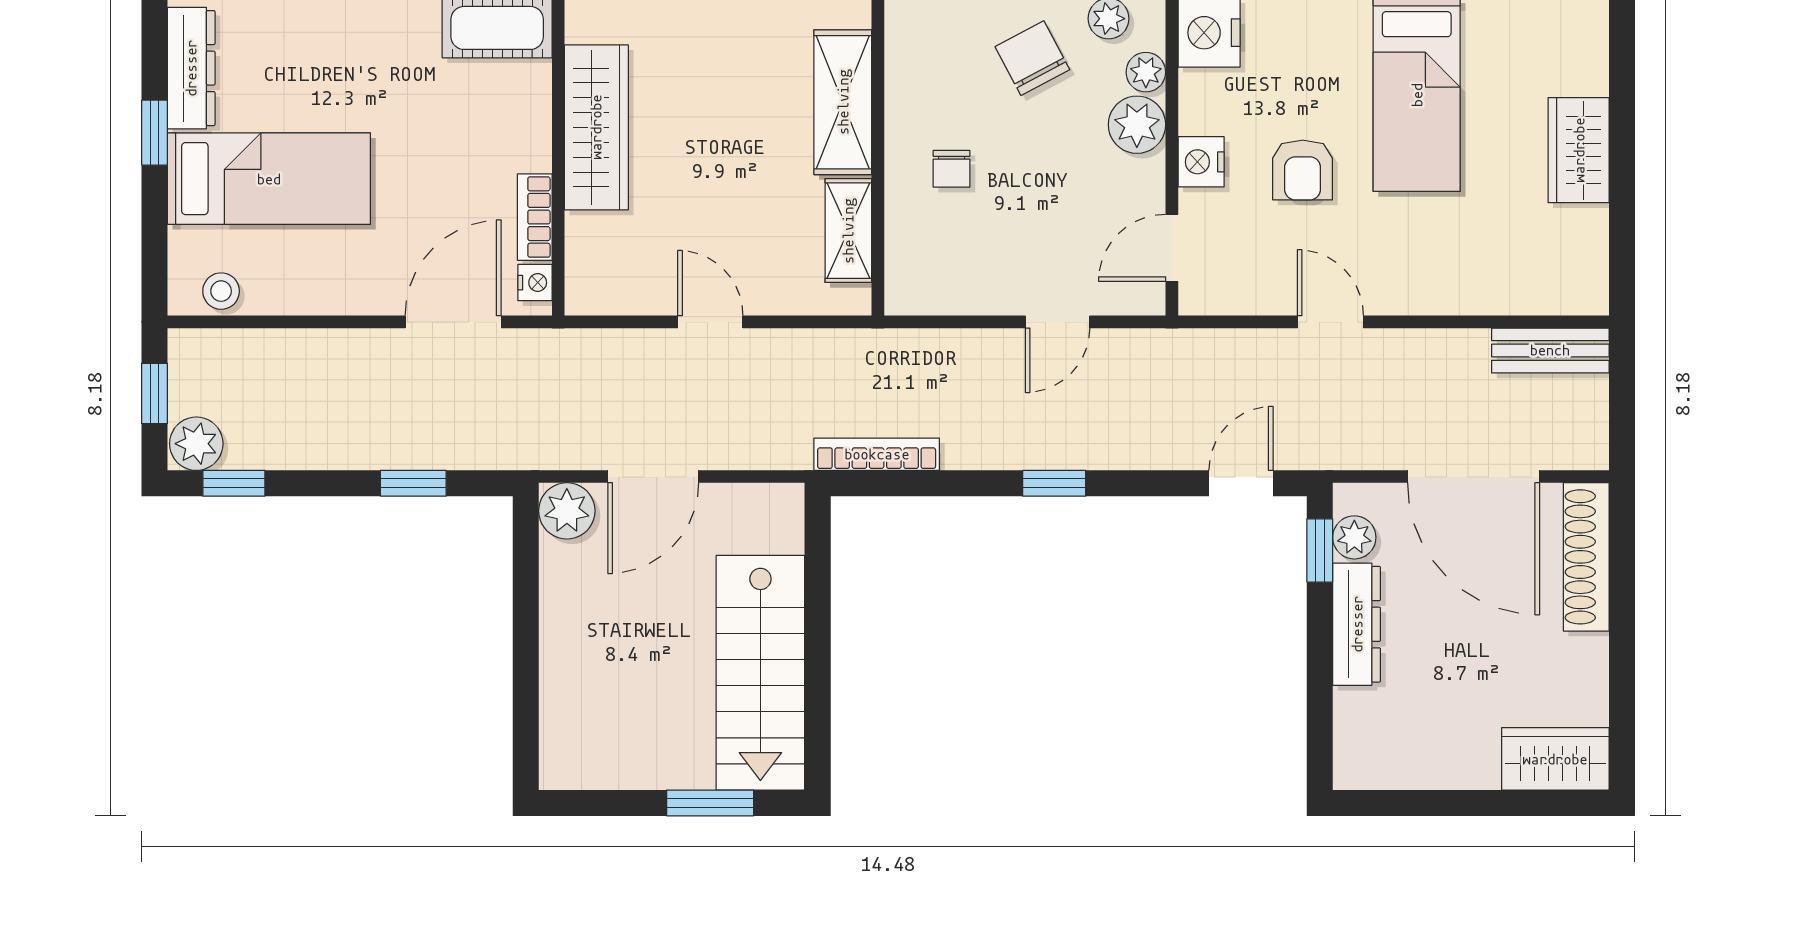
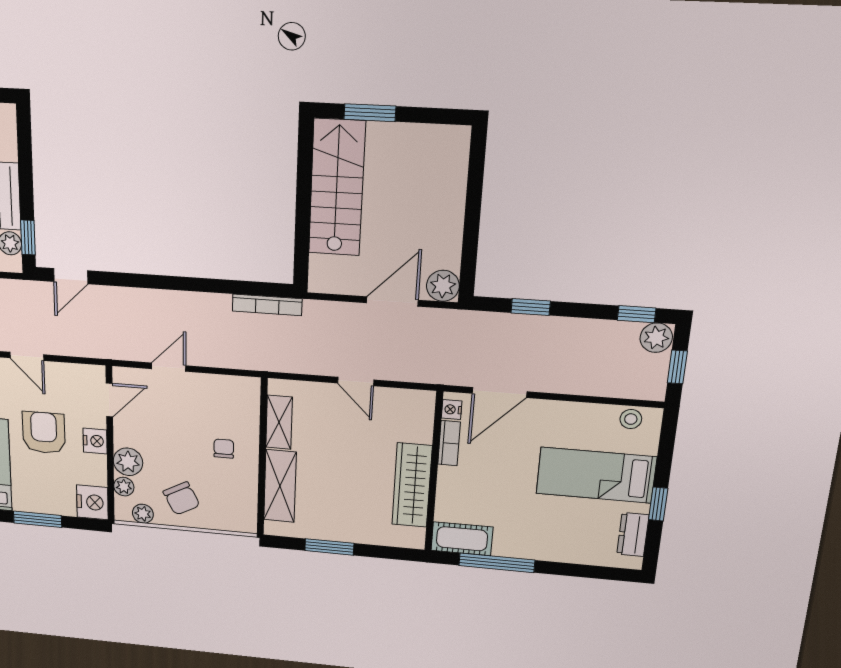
dresser: (191, 68) -> (633, 535), width x0.70
armchair: (1303, 170) -> (44, 433), width x1.38, depth x1.38
window: (1054, 483) -> (171, 283), removed

